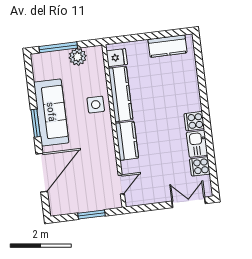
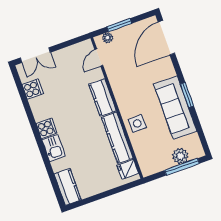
kitchen counter: (167, 46) -> (68, 187), moved, turned 90
plant: (78, 57) -> (180, 156), moved
kitchen sink: (197, 144) -> (54, 148), moved
door: (42, 173) -> (166, 38), moved
plant: (107, 204) -> (108, 38), added

